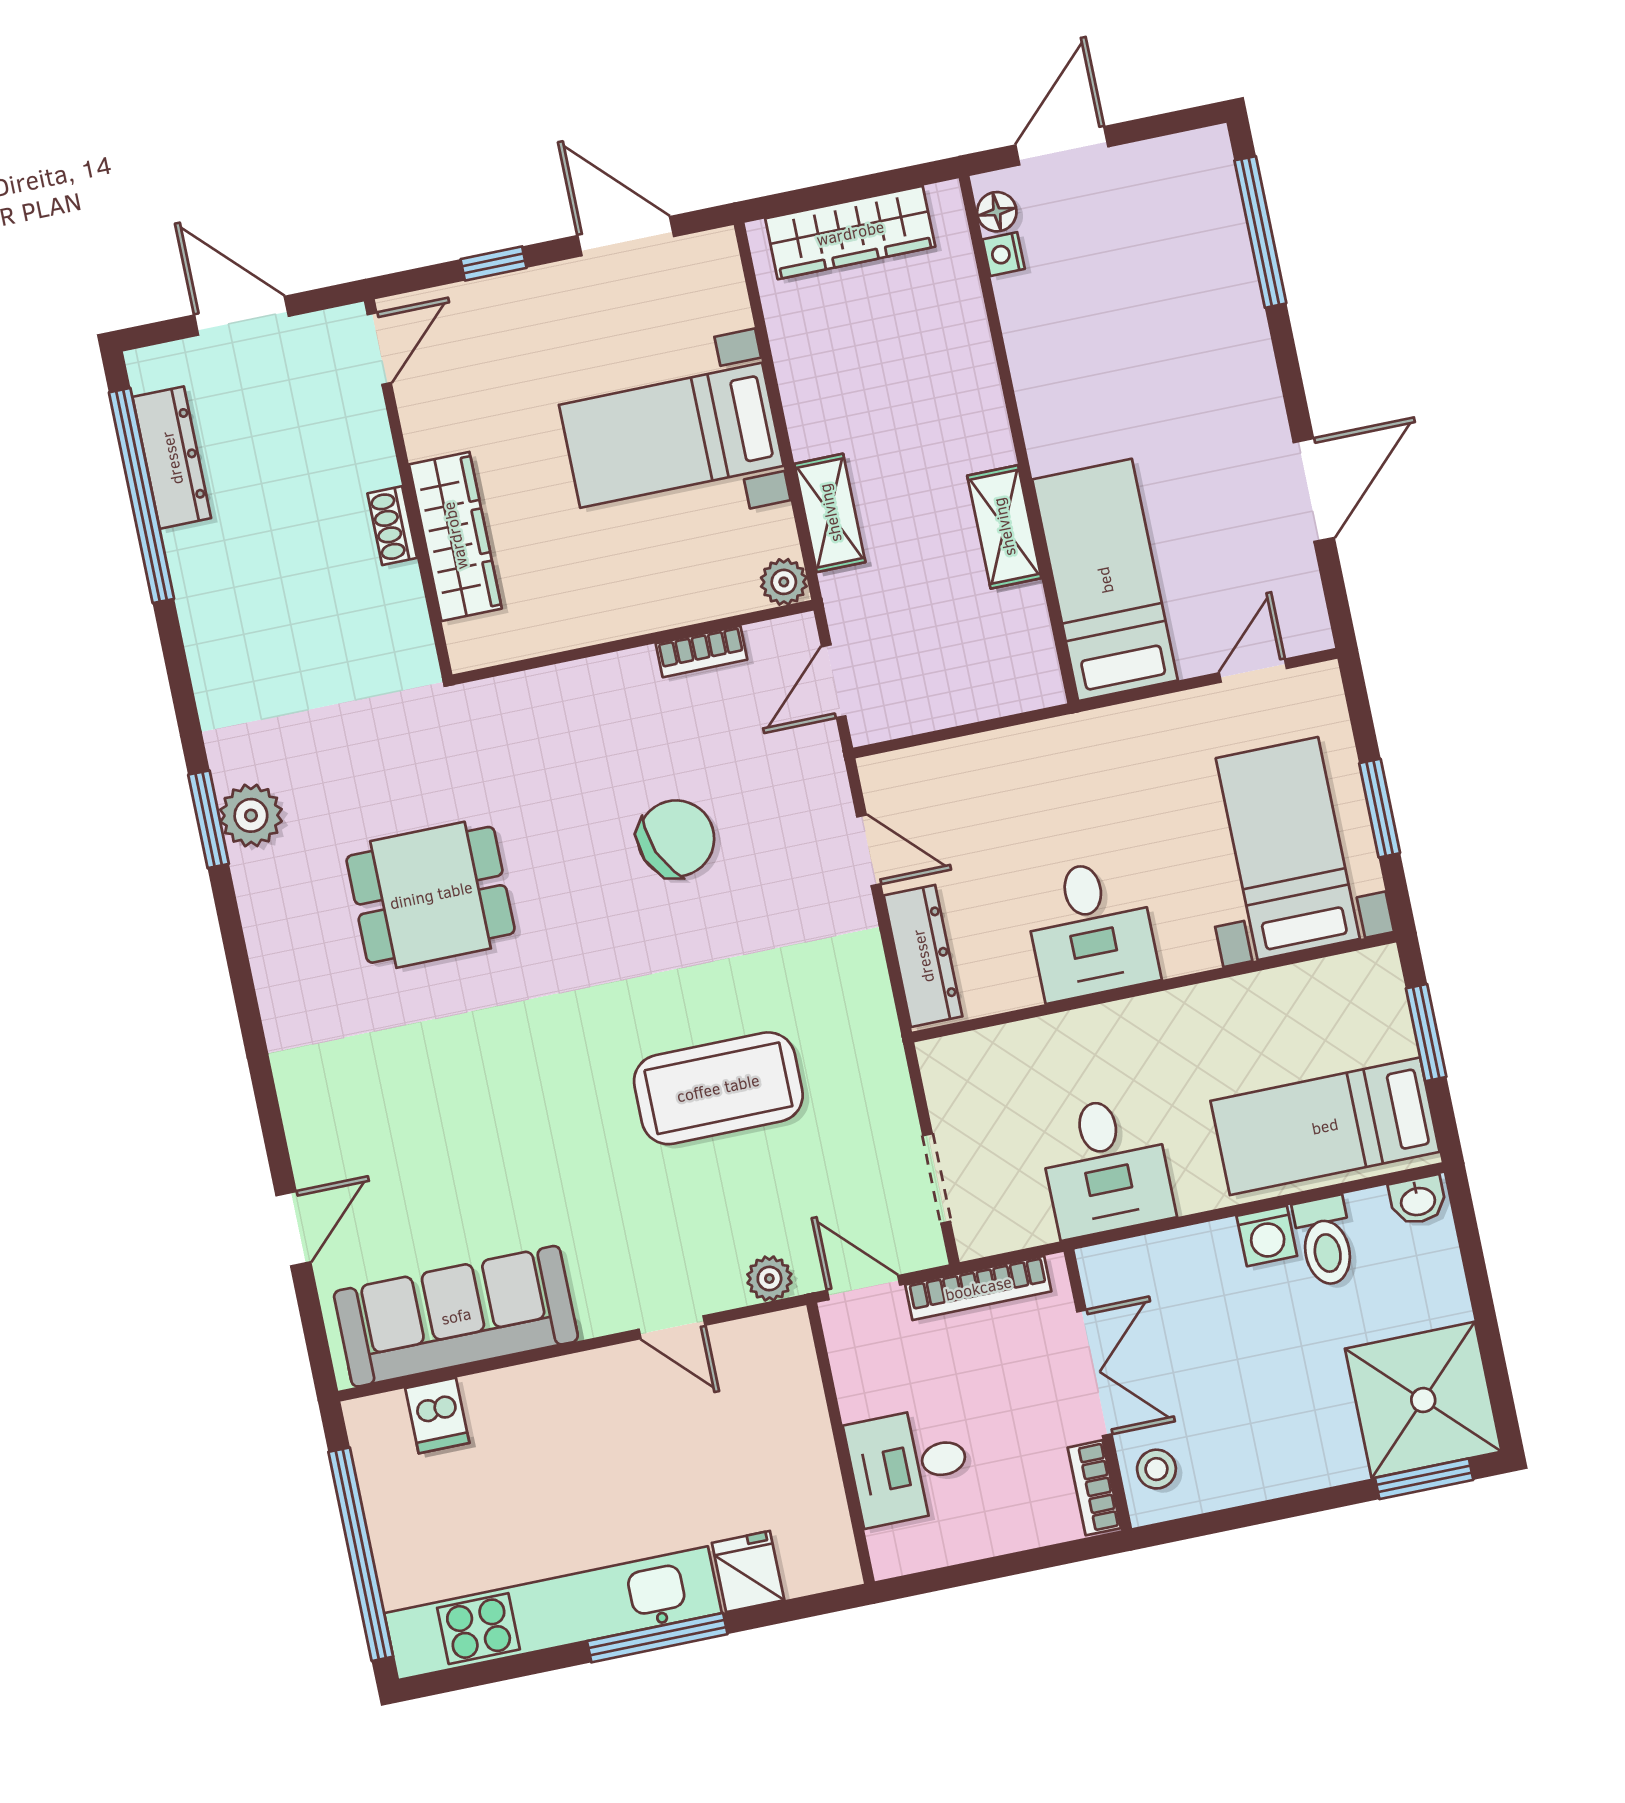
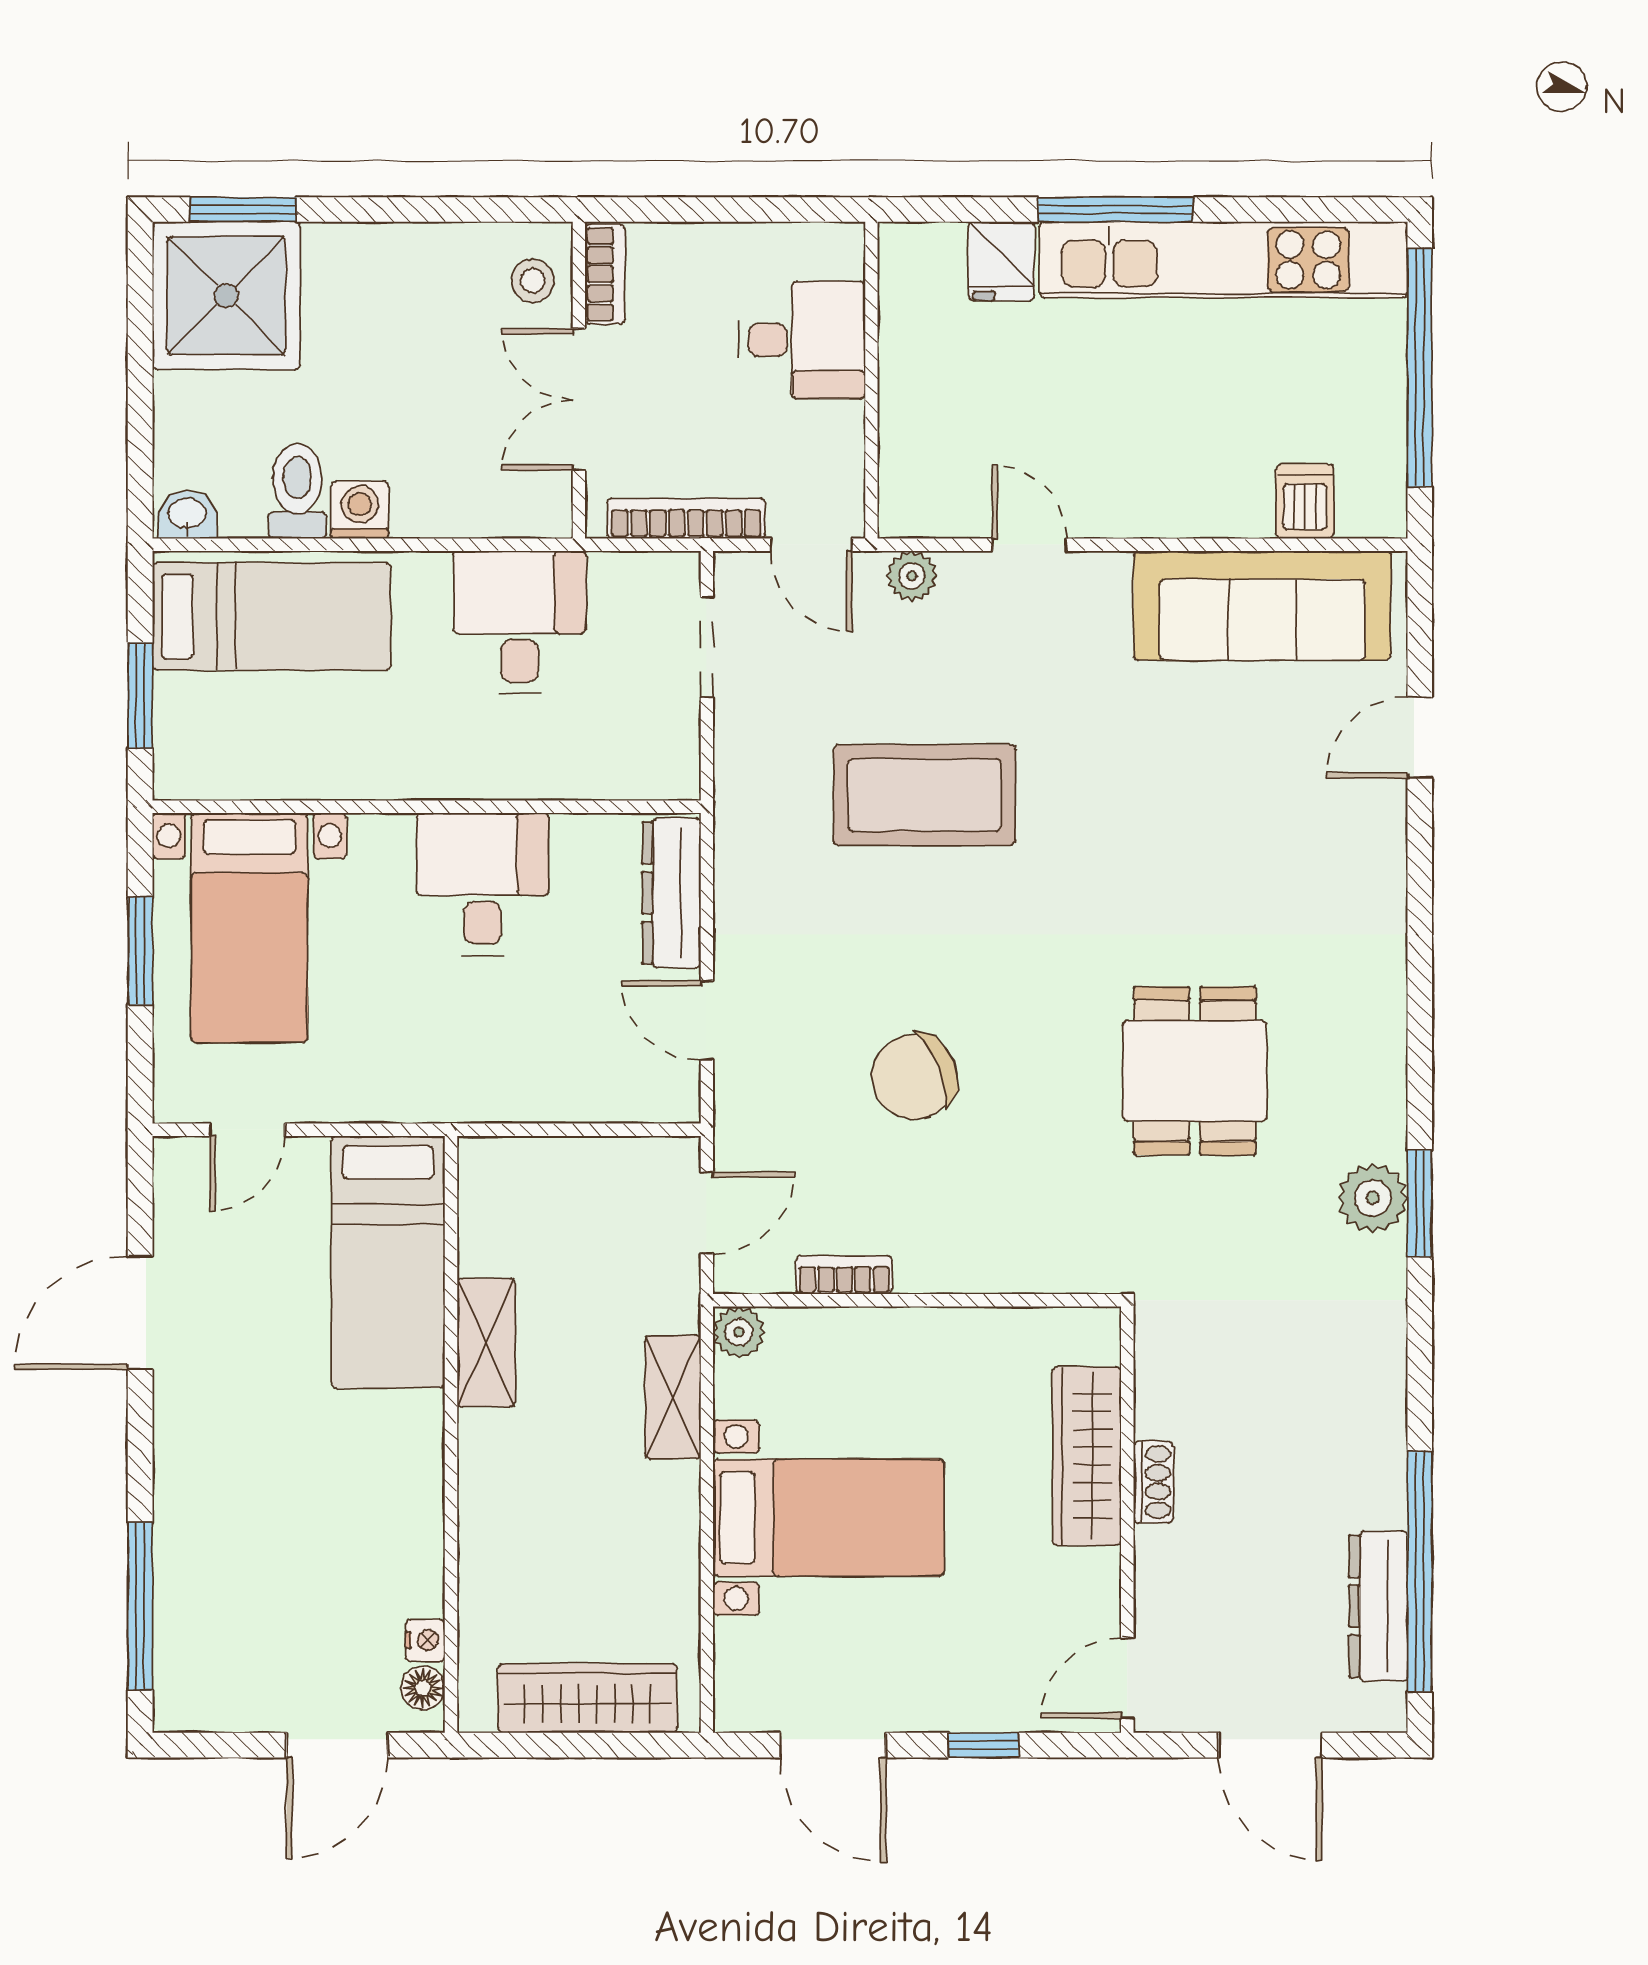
dining table: (431, 895) -> (1195, 1071), turned 90

